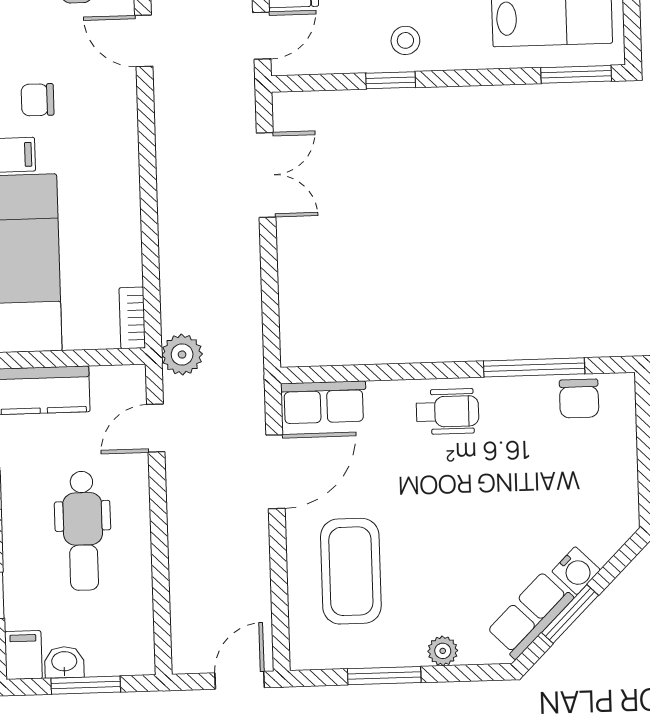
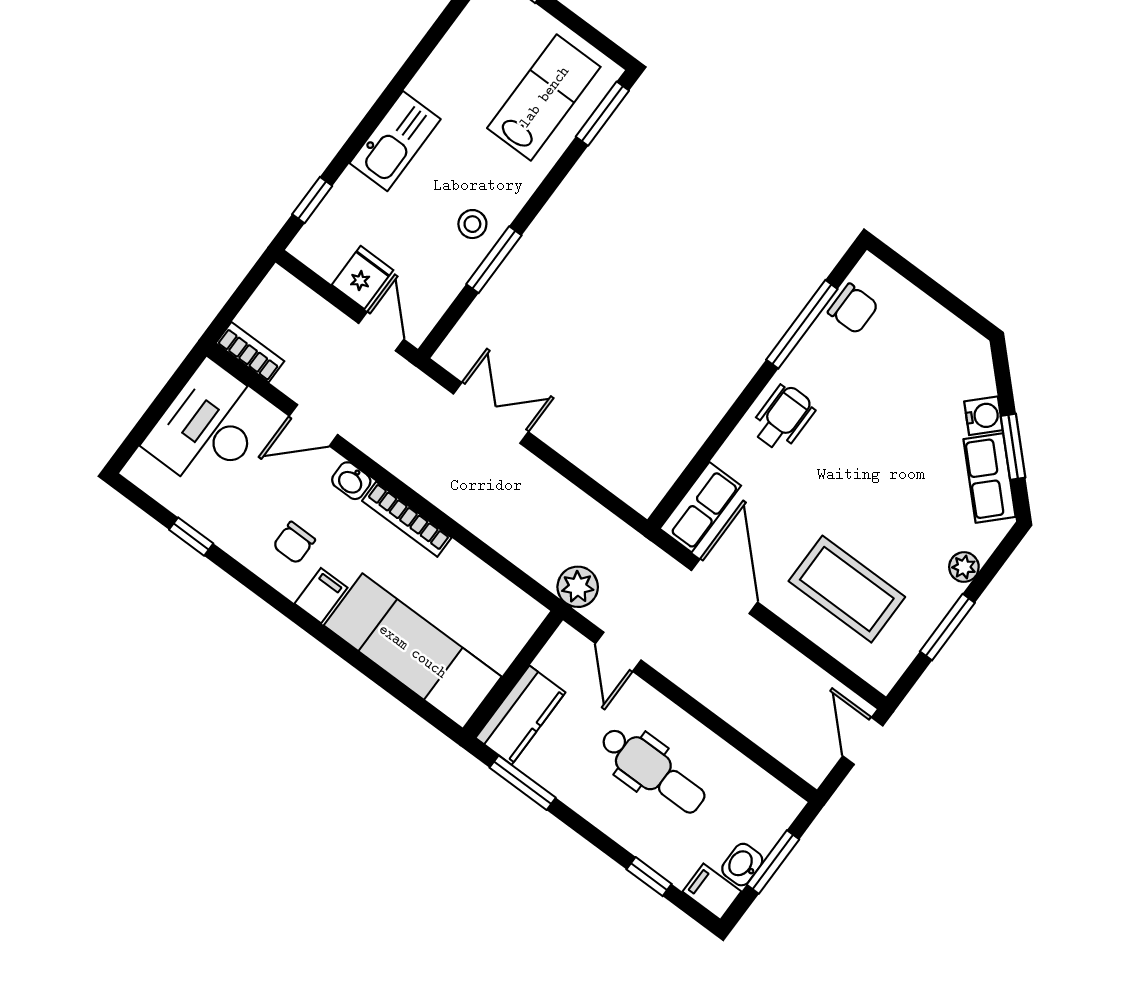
window: (391, 80) -> (494, 260), width x1.50
washbasin: (123, 106) -> (351, 481), added
bookcase: (132, 318) -> (407, 519), moved, width x1.56

